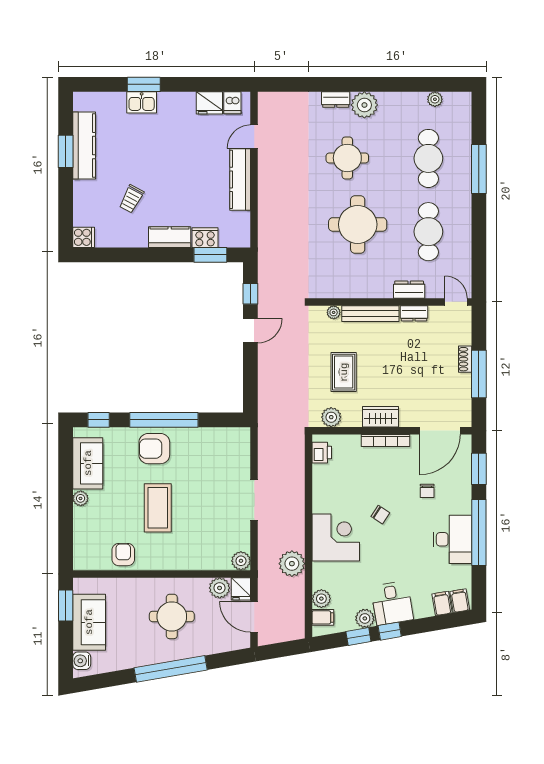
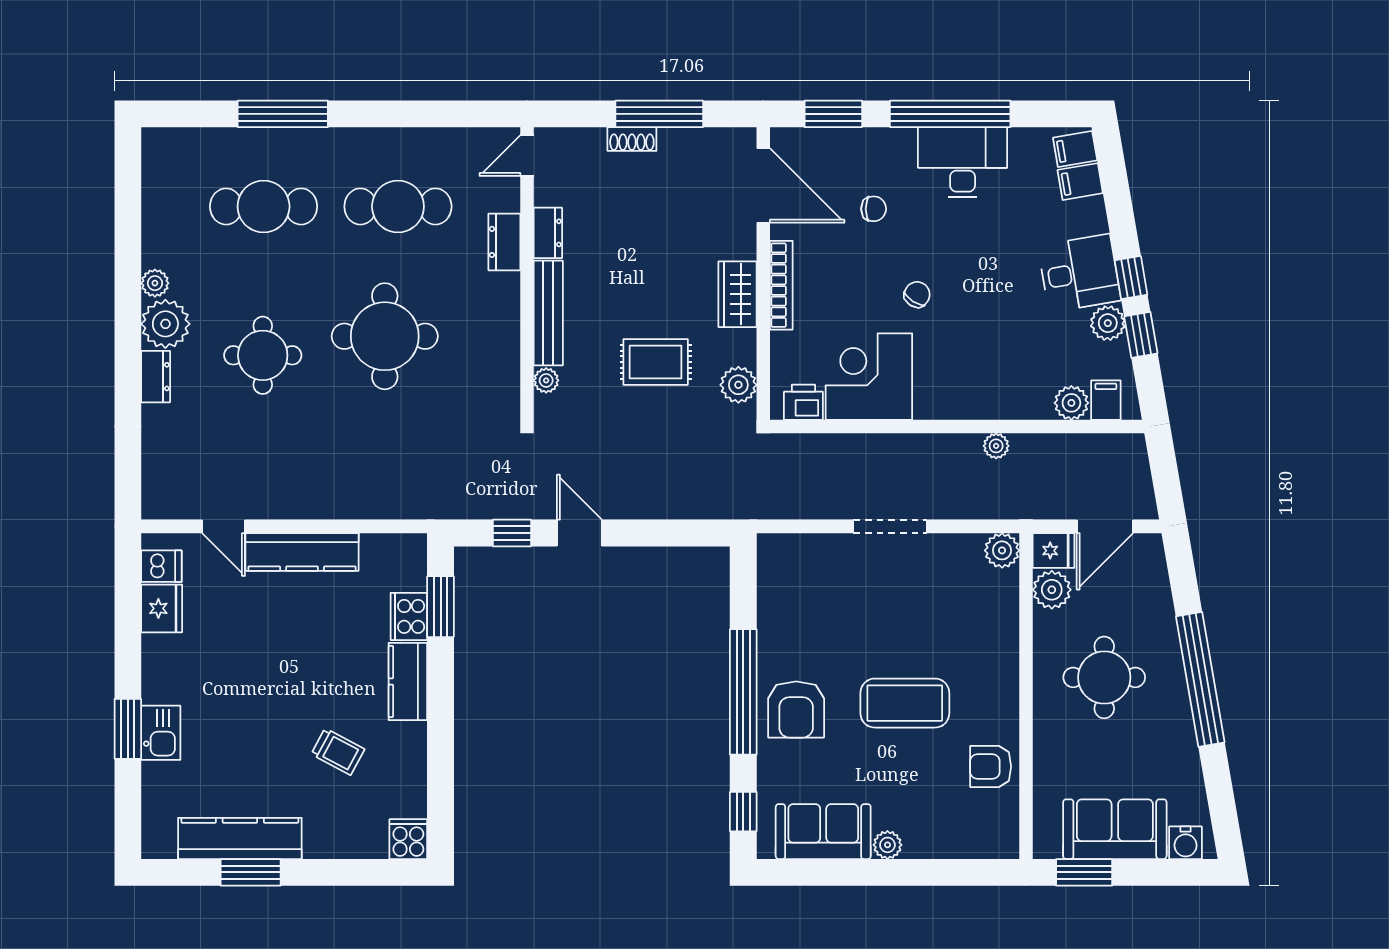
plant: (435, 99) -> (155, 283), moved
corner desk: (336, 537) -> (869, 377), moved
plant: (292, 564) -> (996, 446), width x0.53, depth x0.53

